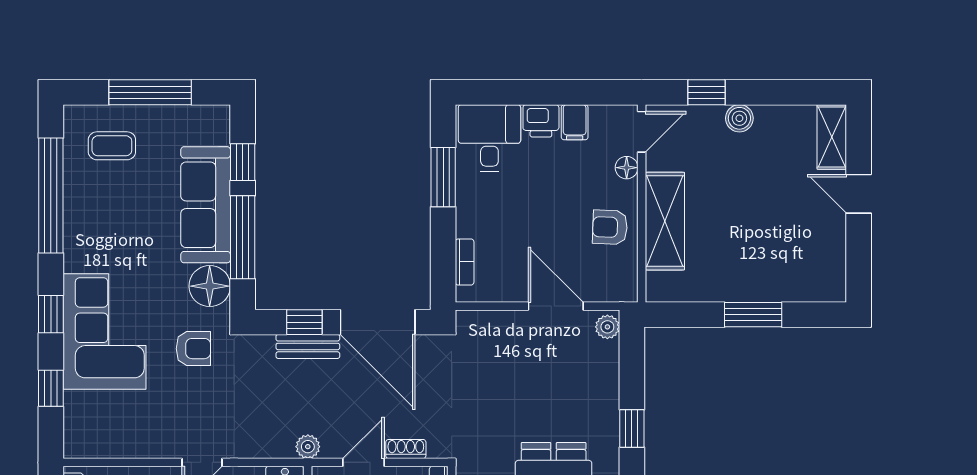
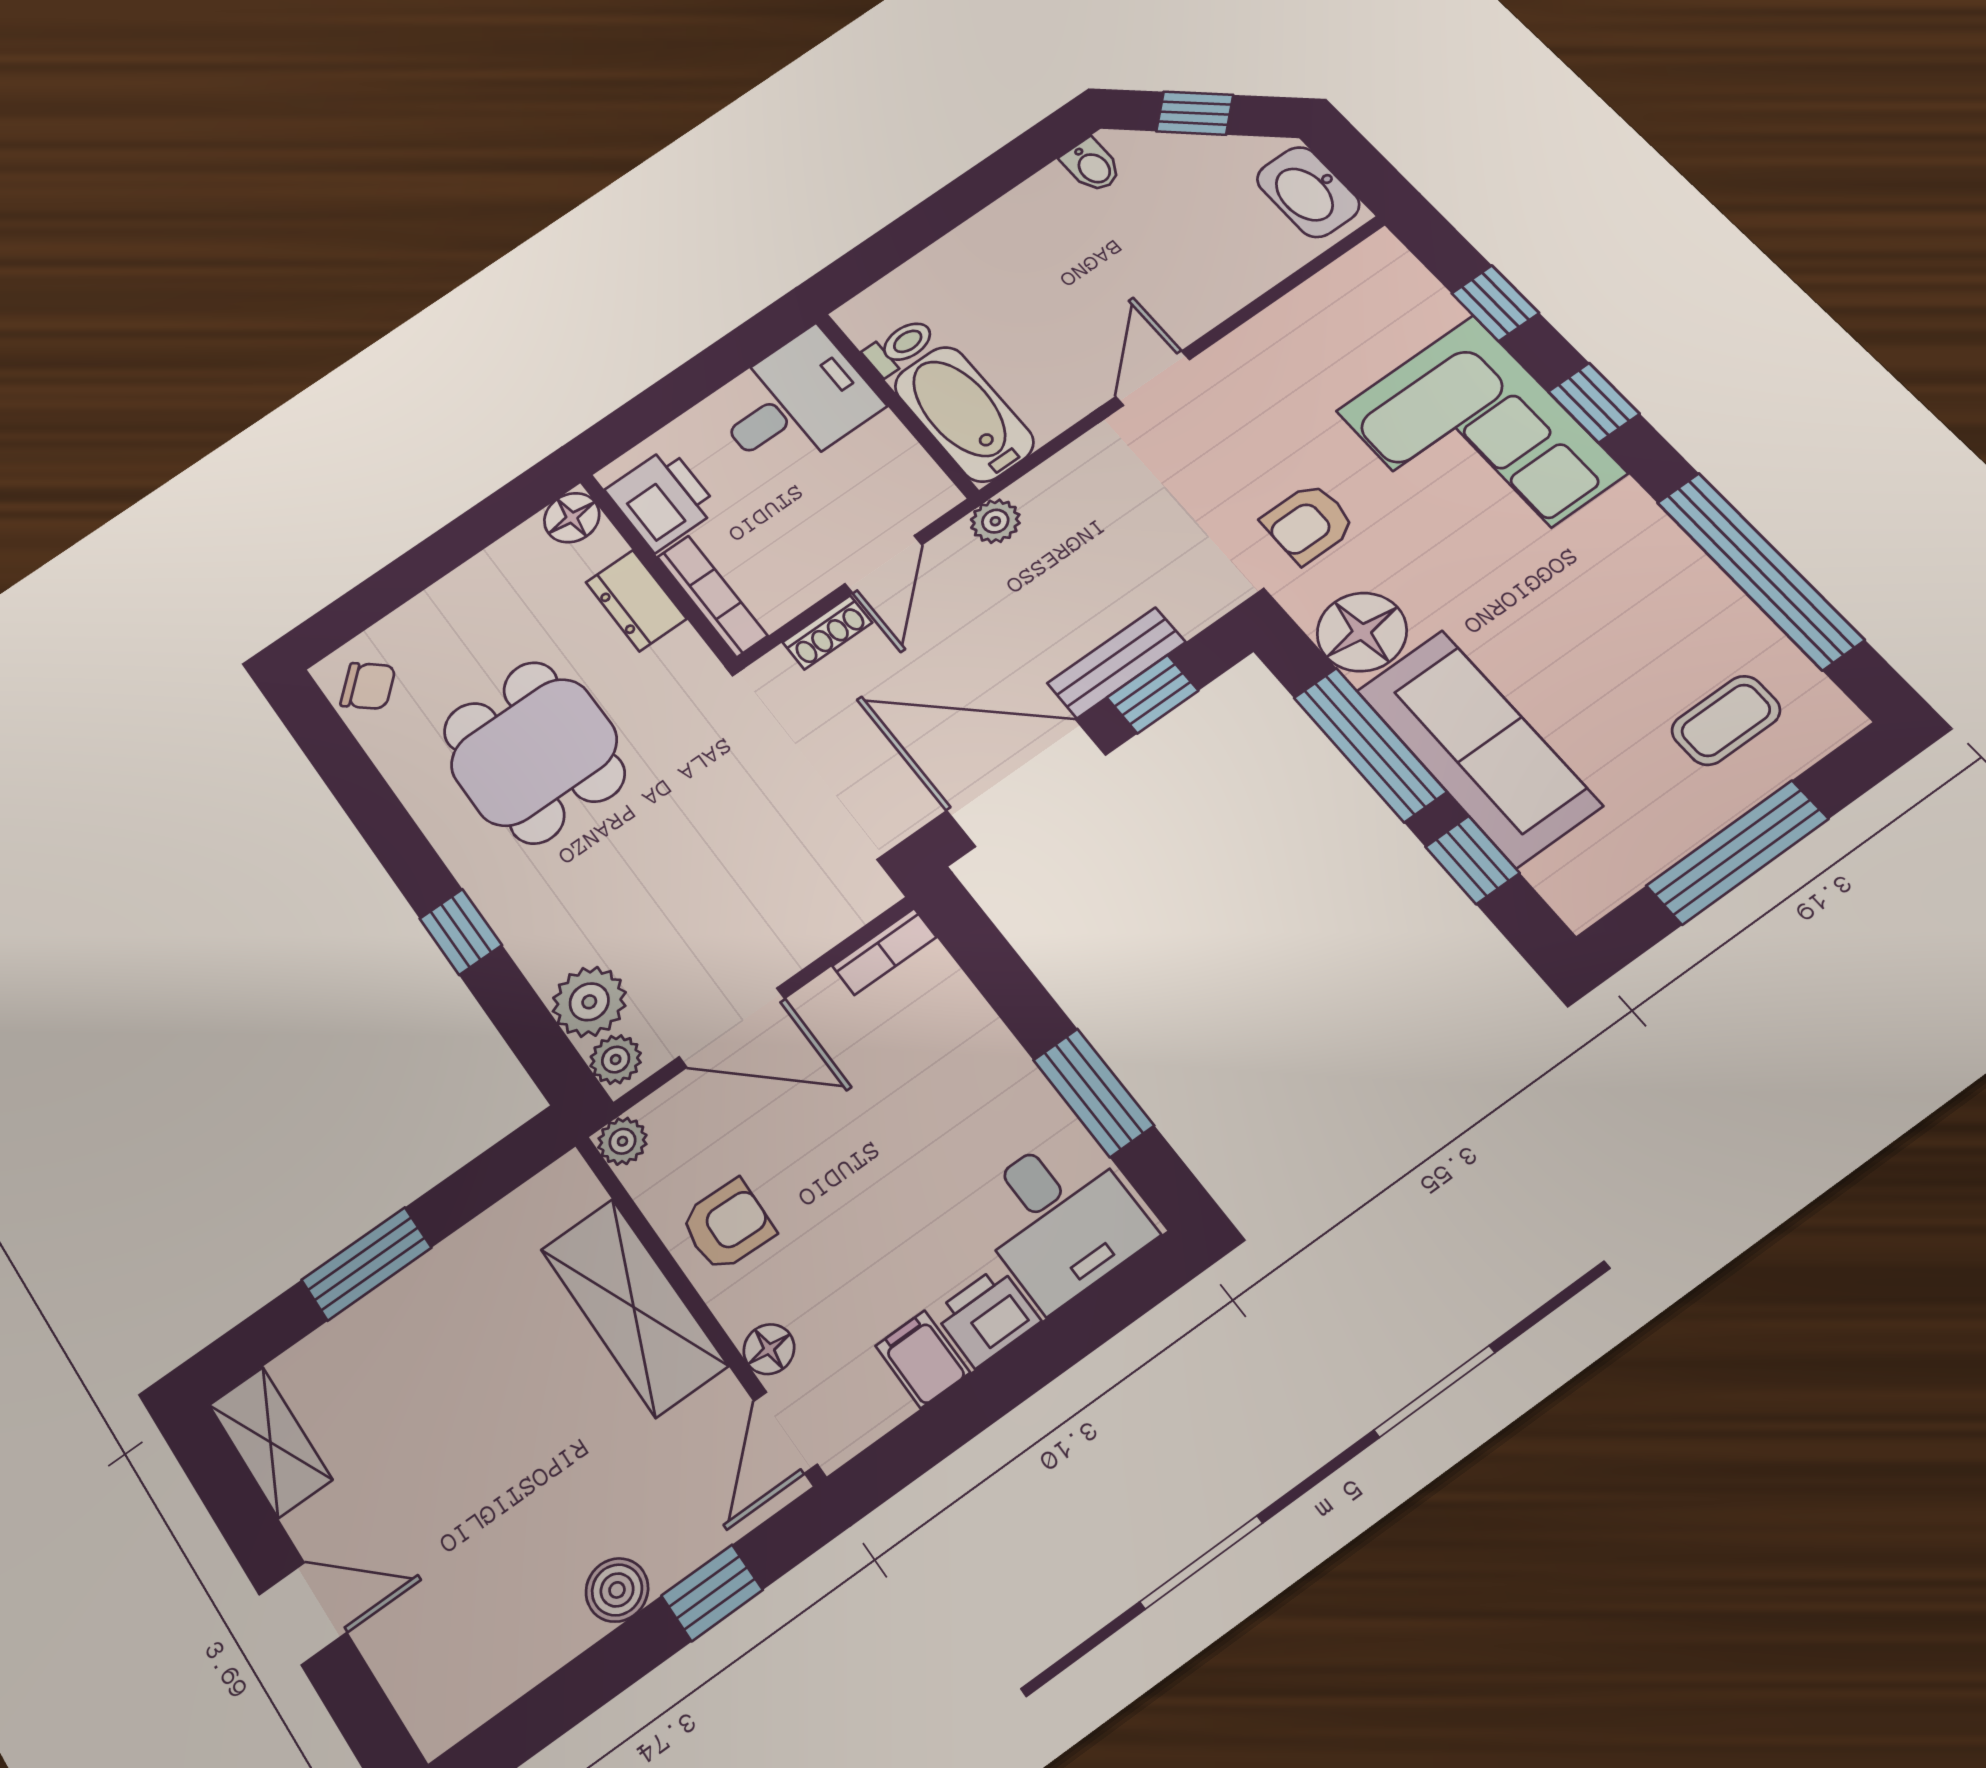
shelving: (832, 137) -> (270, 1442), moved
bookcase: (465, 262) -> (884, 952), moved, turned -90
plant: (626, 291) -> (622, 1141), added
plant: (602, 359) -> (589, 1002), added

